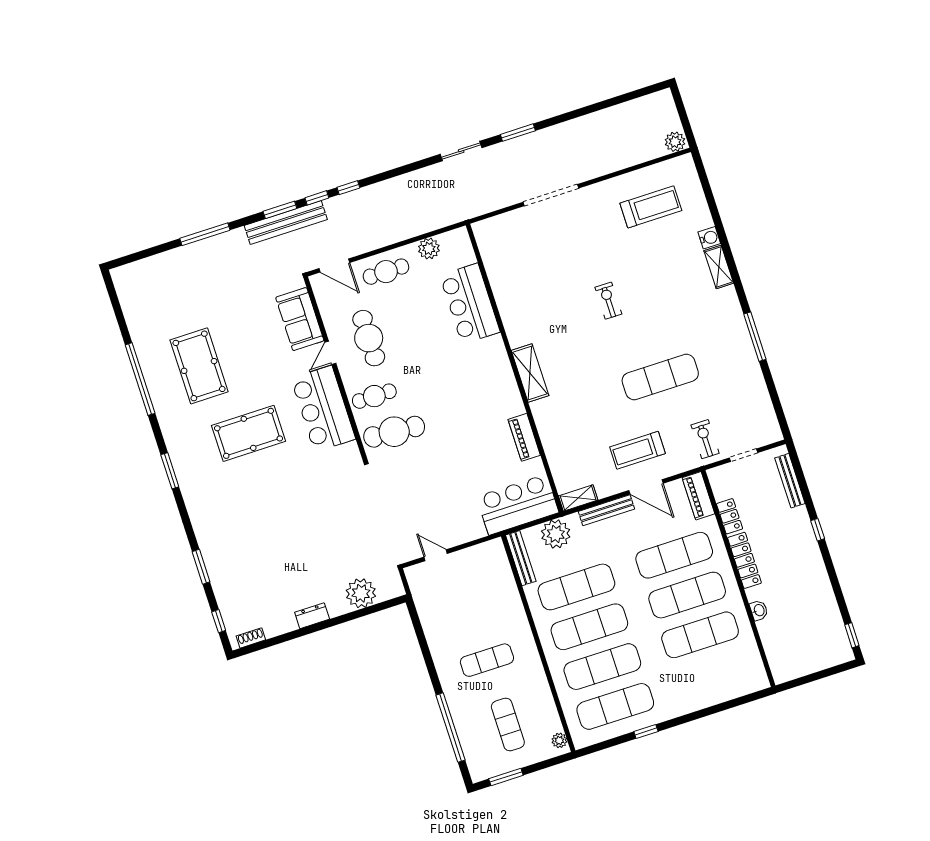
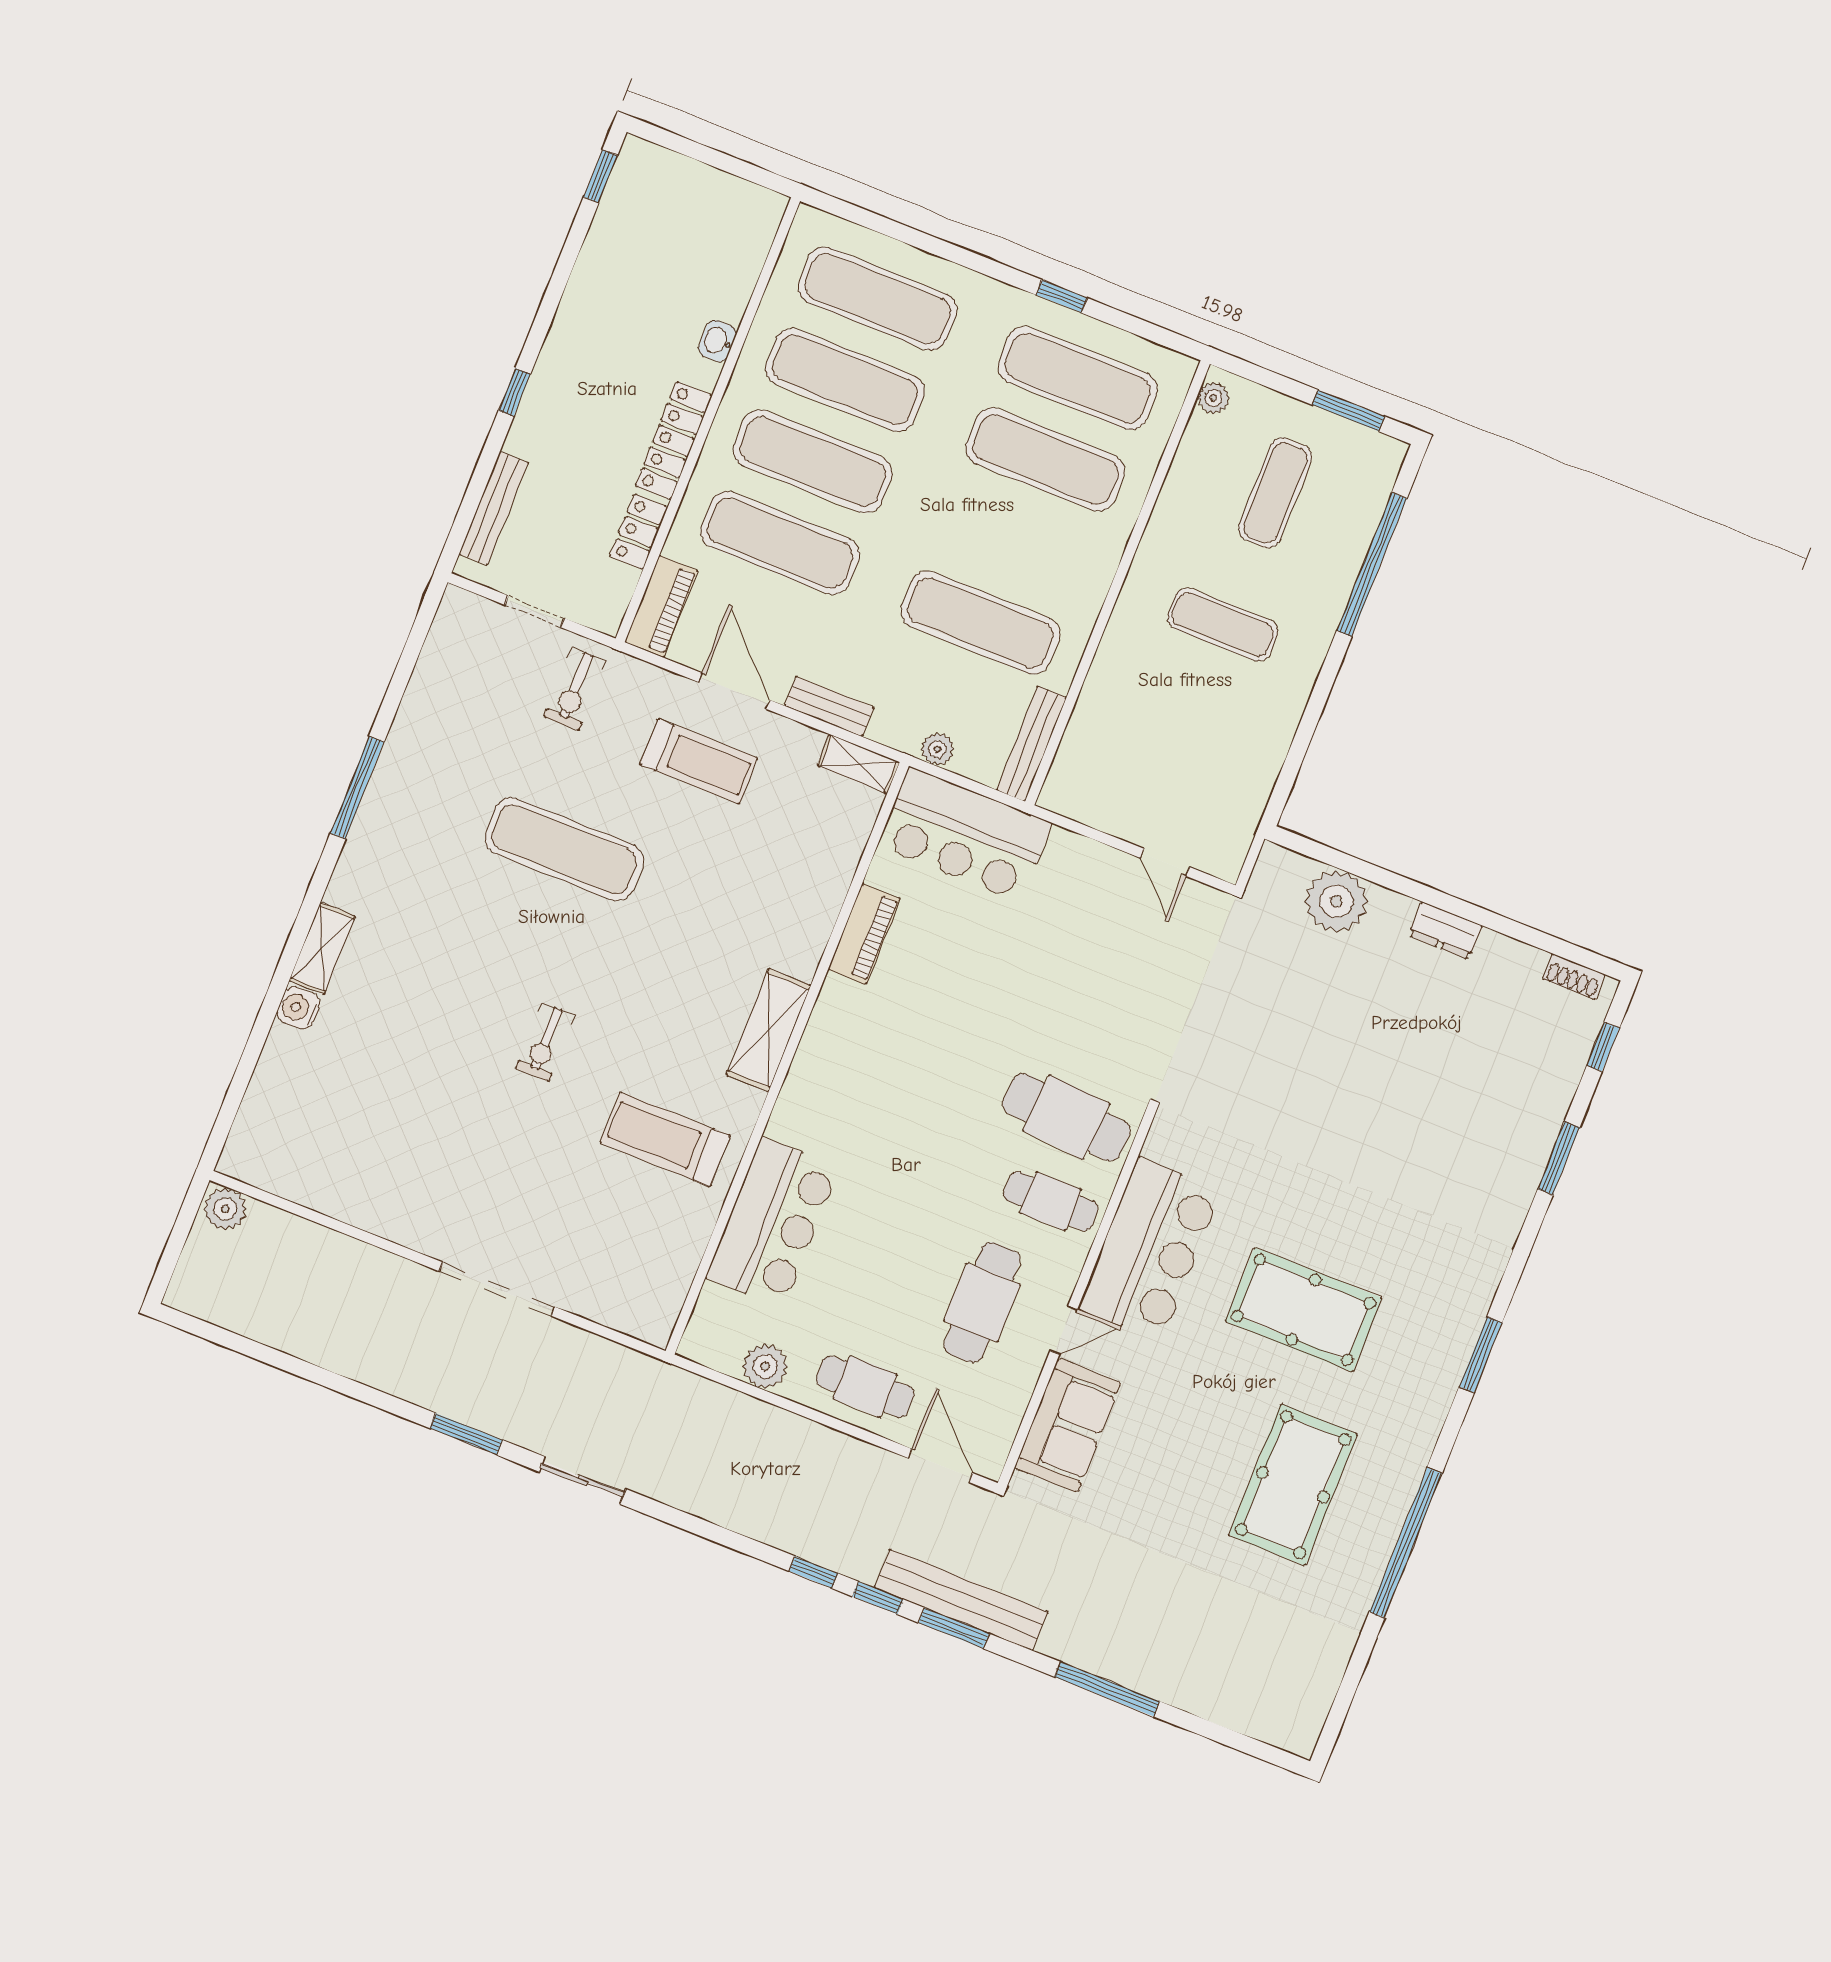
treadmill: (651, 207) -> (665, 1139), moved
bench: (606, 510) -> (829, 706), width x0.73
plant: (556, 534) -> (938, 749), width x0.53, depth x0.53
exercise mat: (589, 627) -> (877, 298), moved

